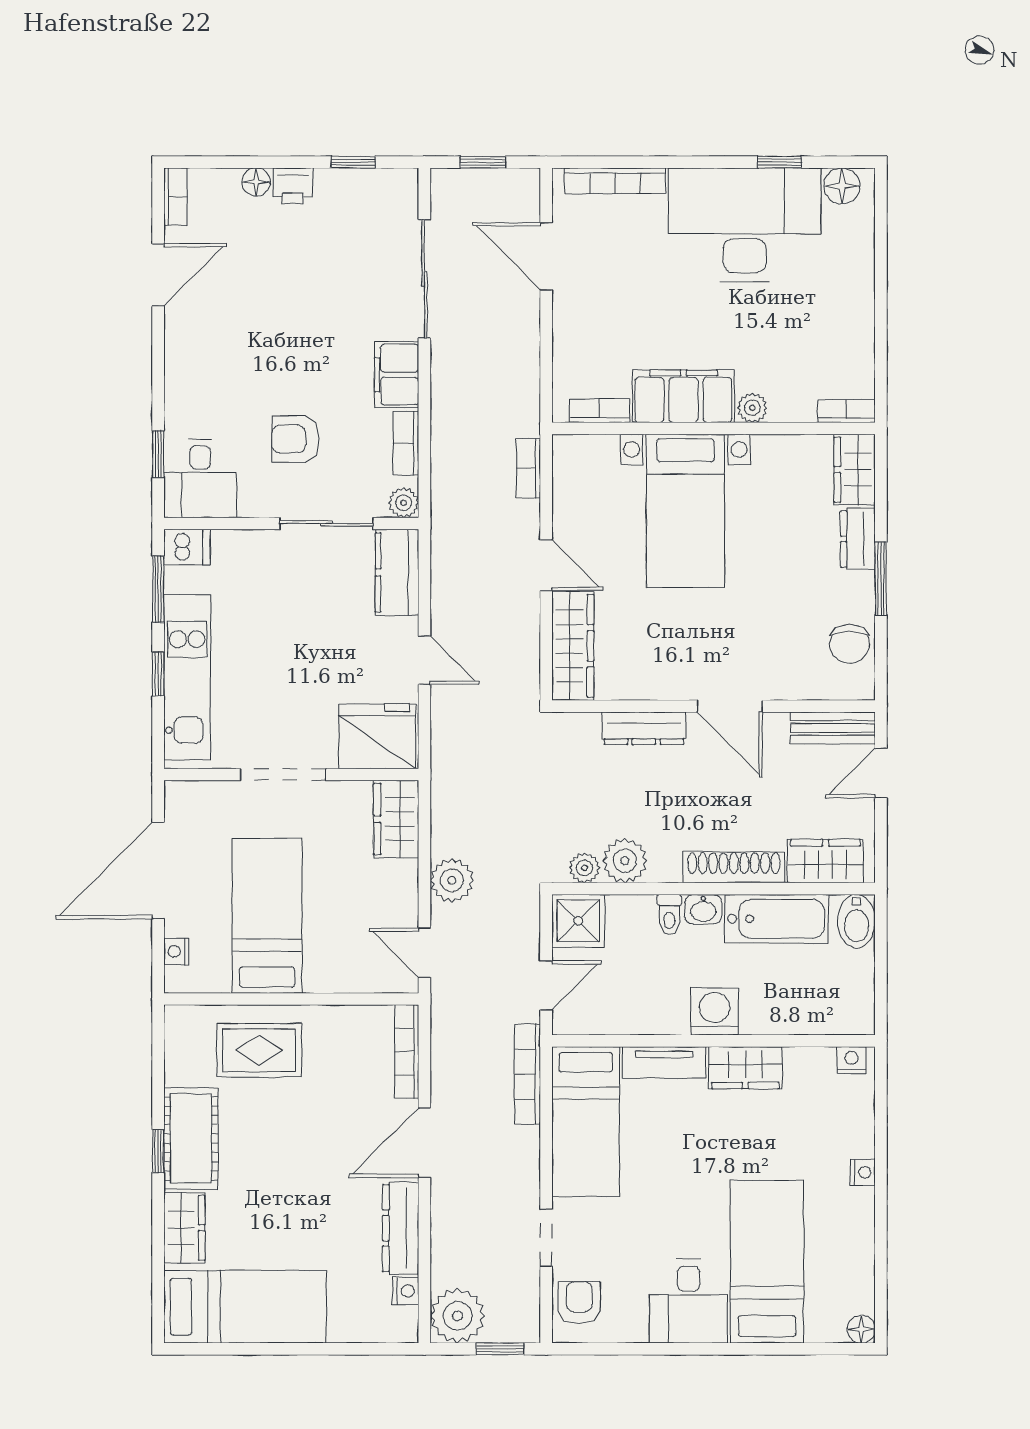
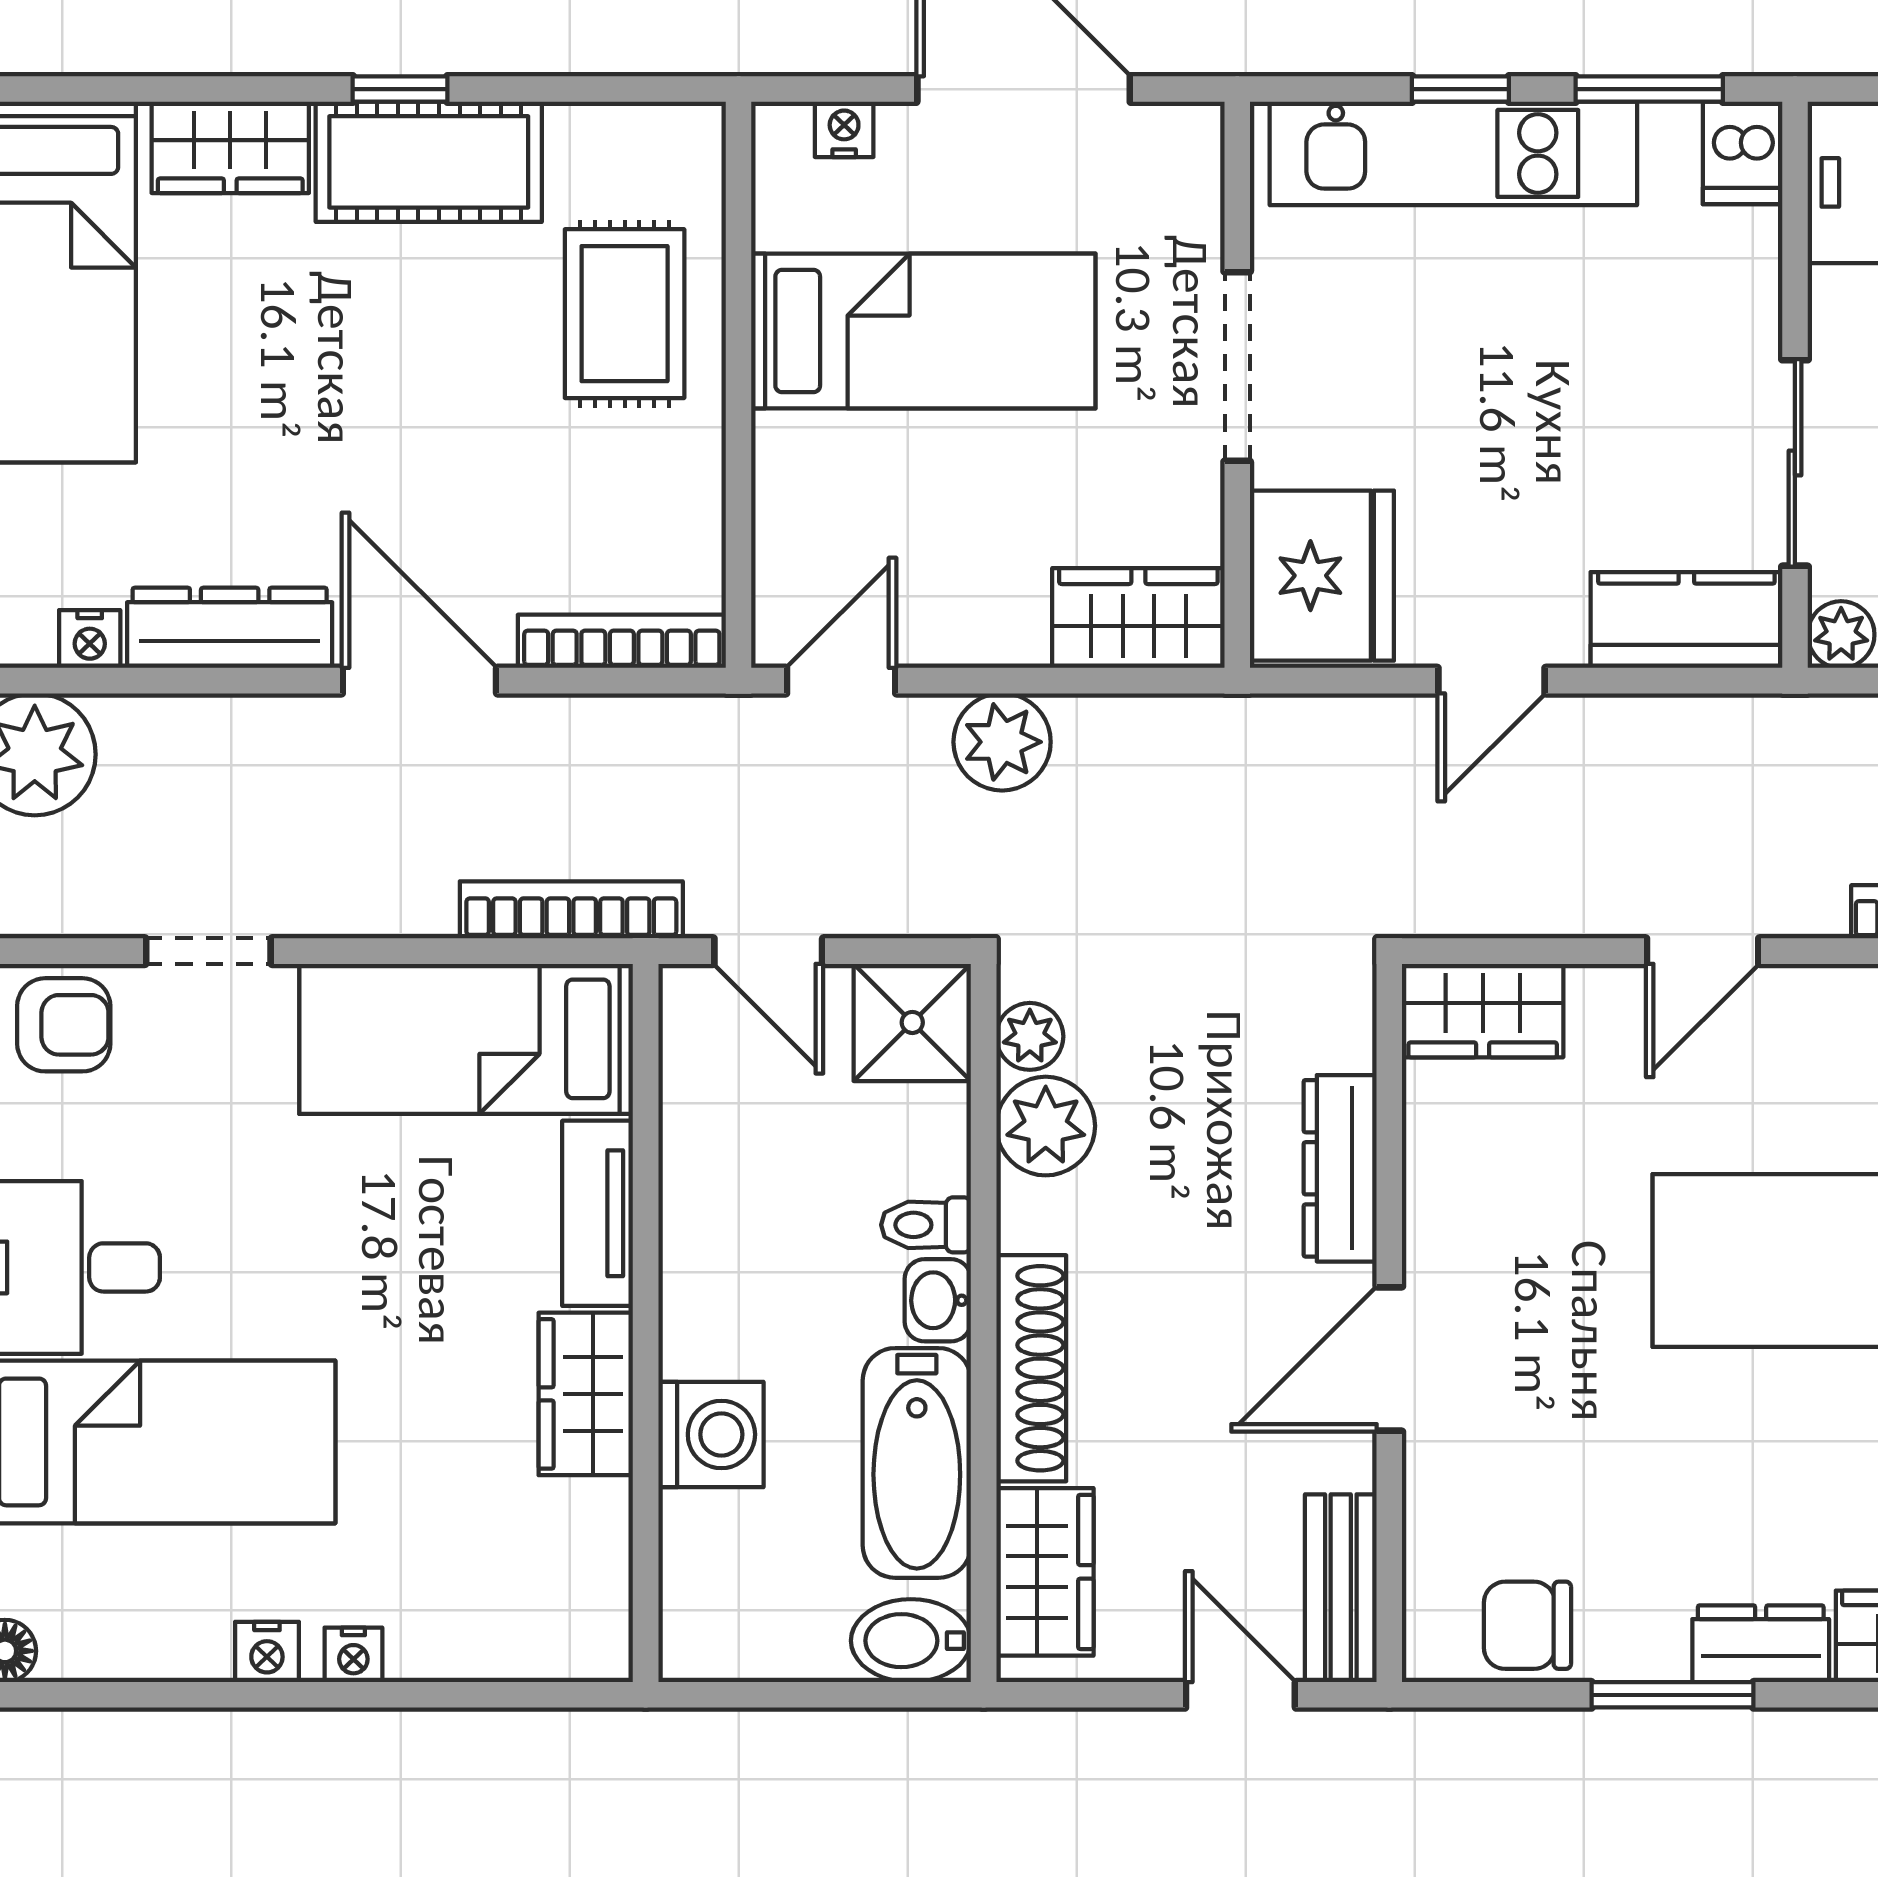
wardrobe: (573, 646) -> (1483, 1011), width x0.67
washing machine: (715, 1011) -> (711, 1434), moved
nightstand: (852, 1060) -> (267, 1652), moved, turned 90

